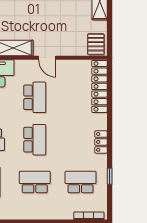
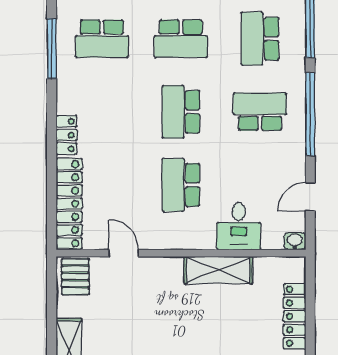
door: (47, 58) -> (124, 253), moved
locker: (101, 142) -> (66, 135), moved
window: (110, 176) -> (52, 49), width x2.17

